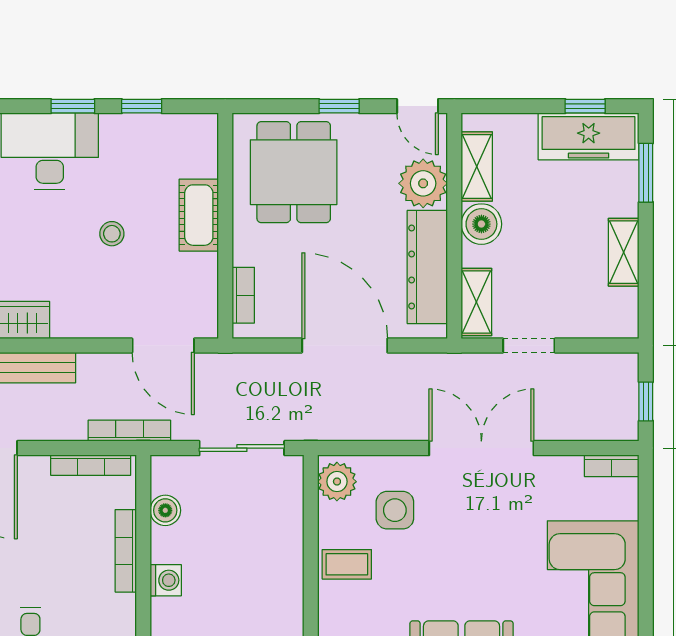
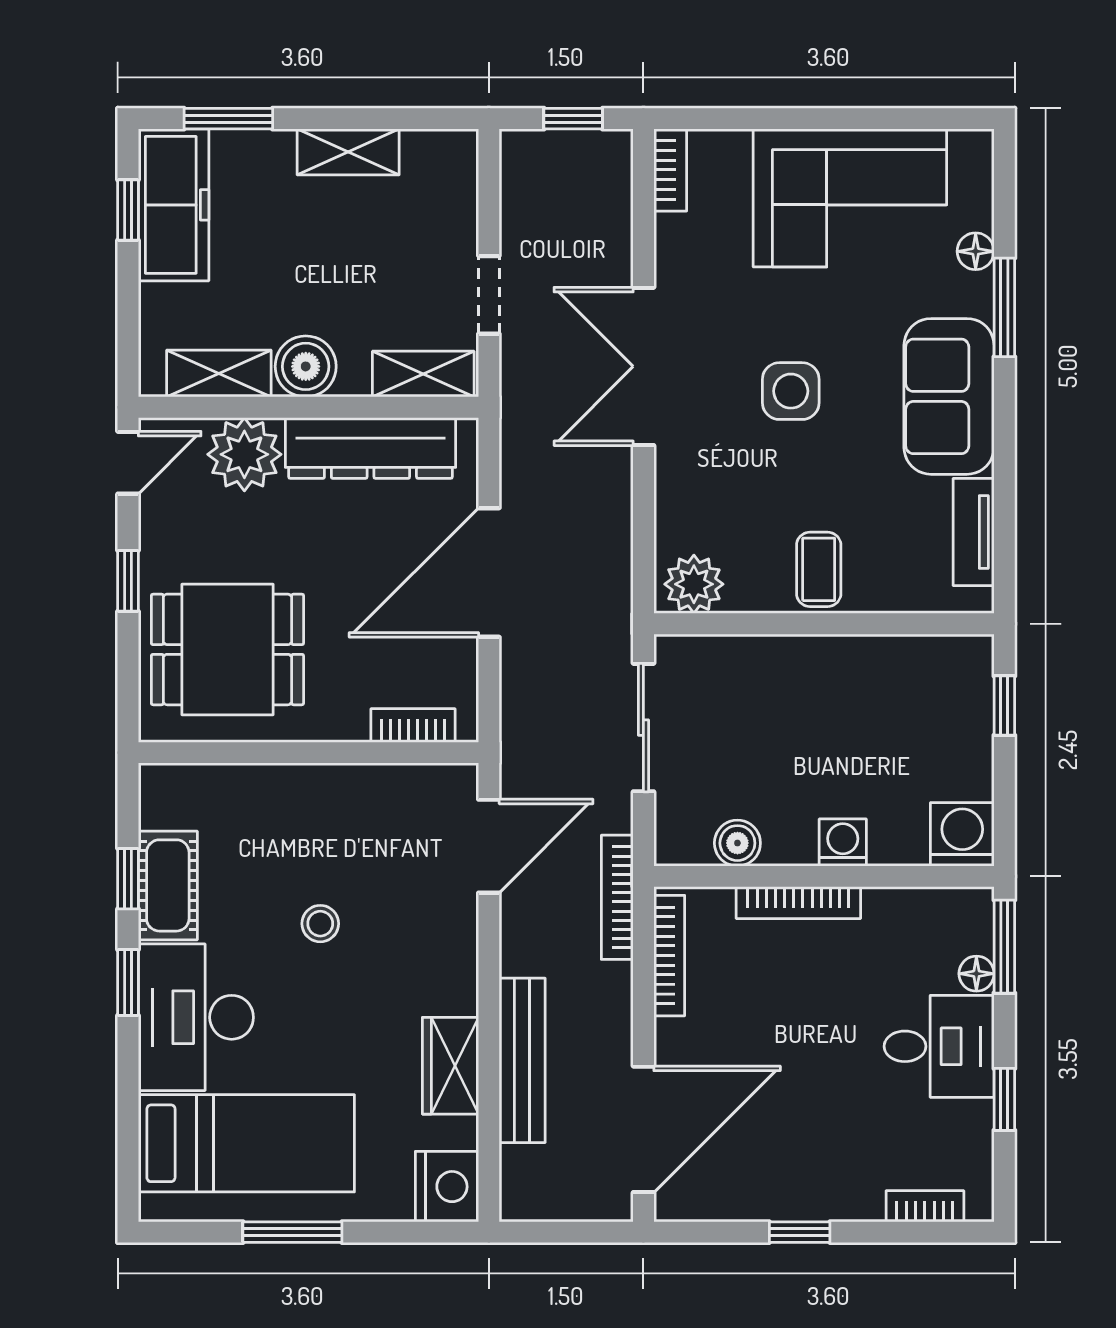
cot: (199, 215) -> (168, 885), moved, turned 90
side table: (395, 510) -> (791, 391), moved

